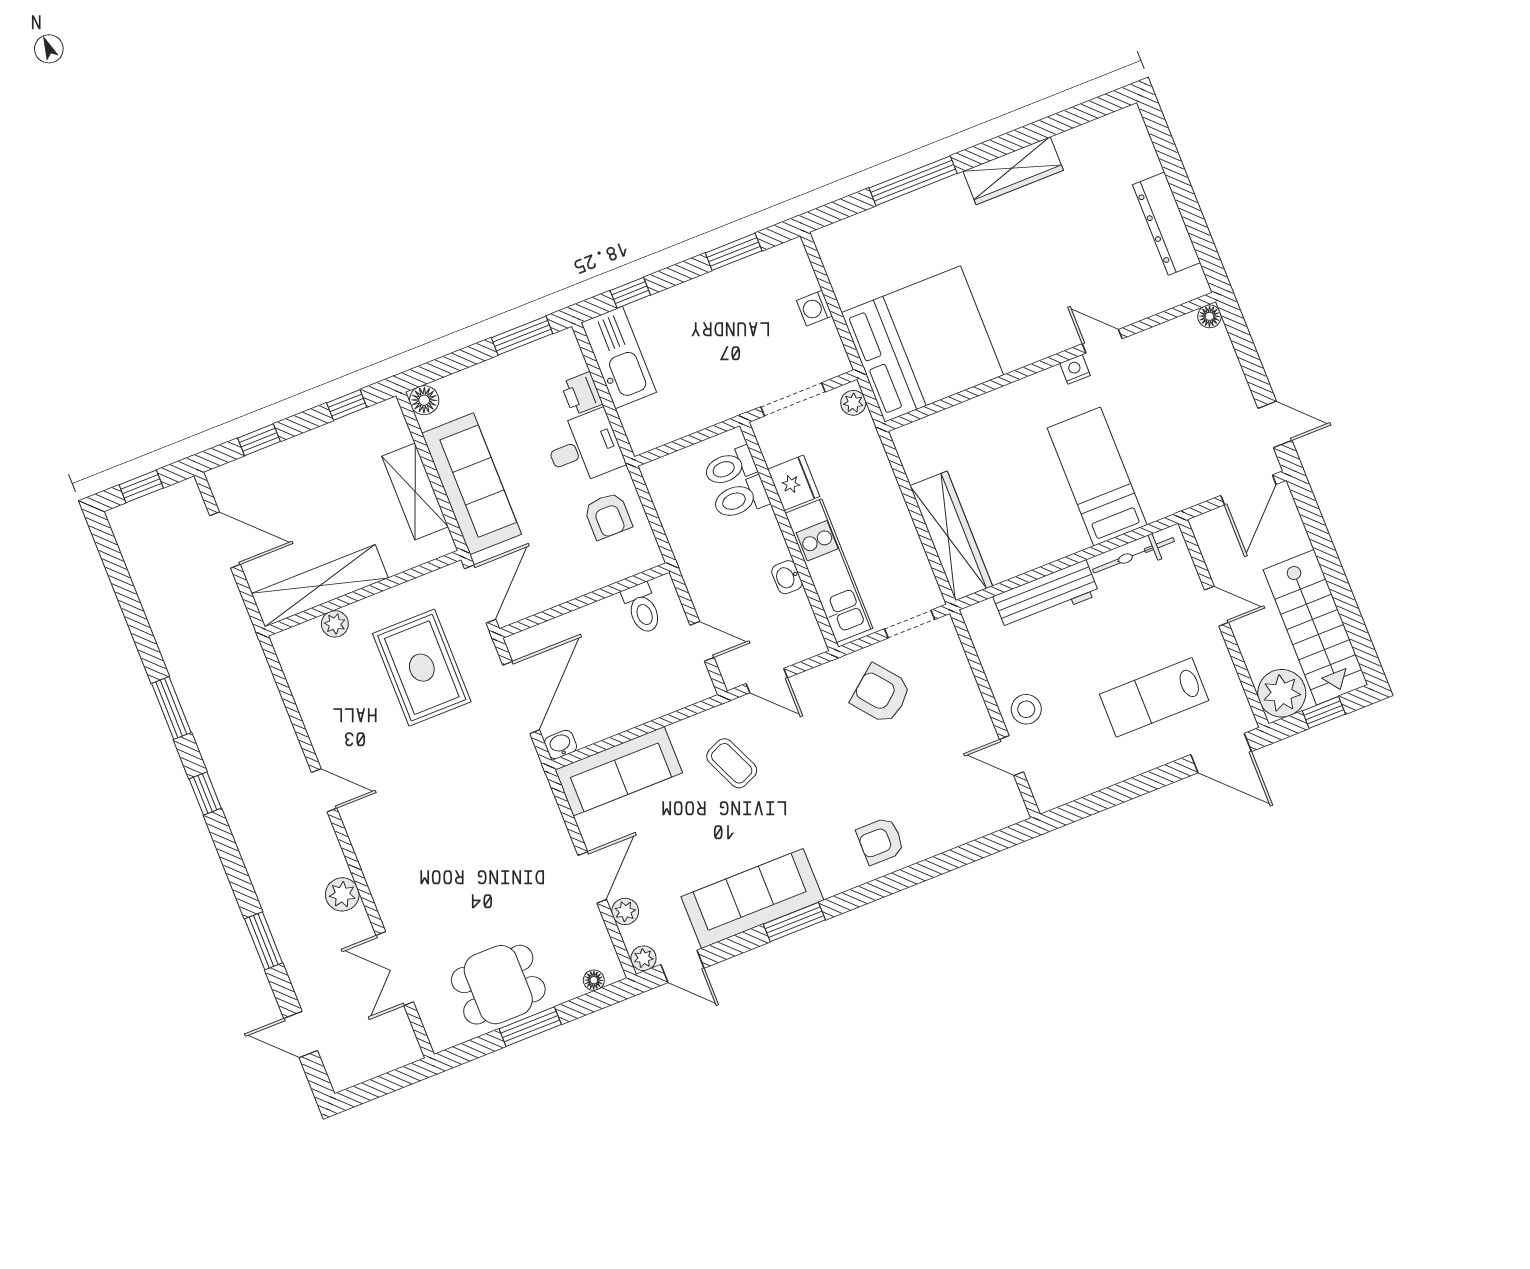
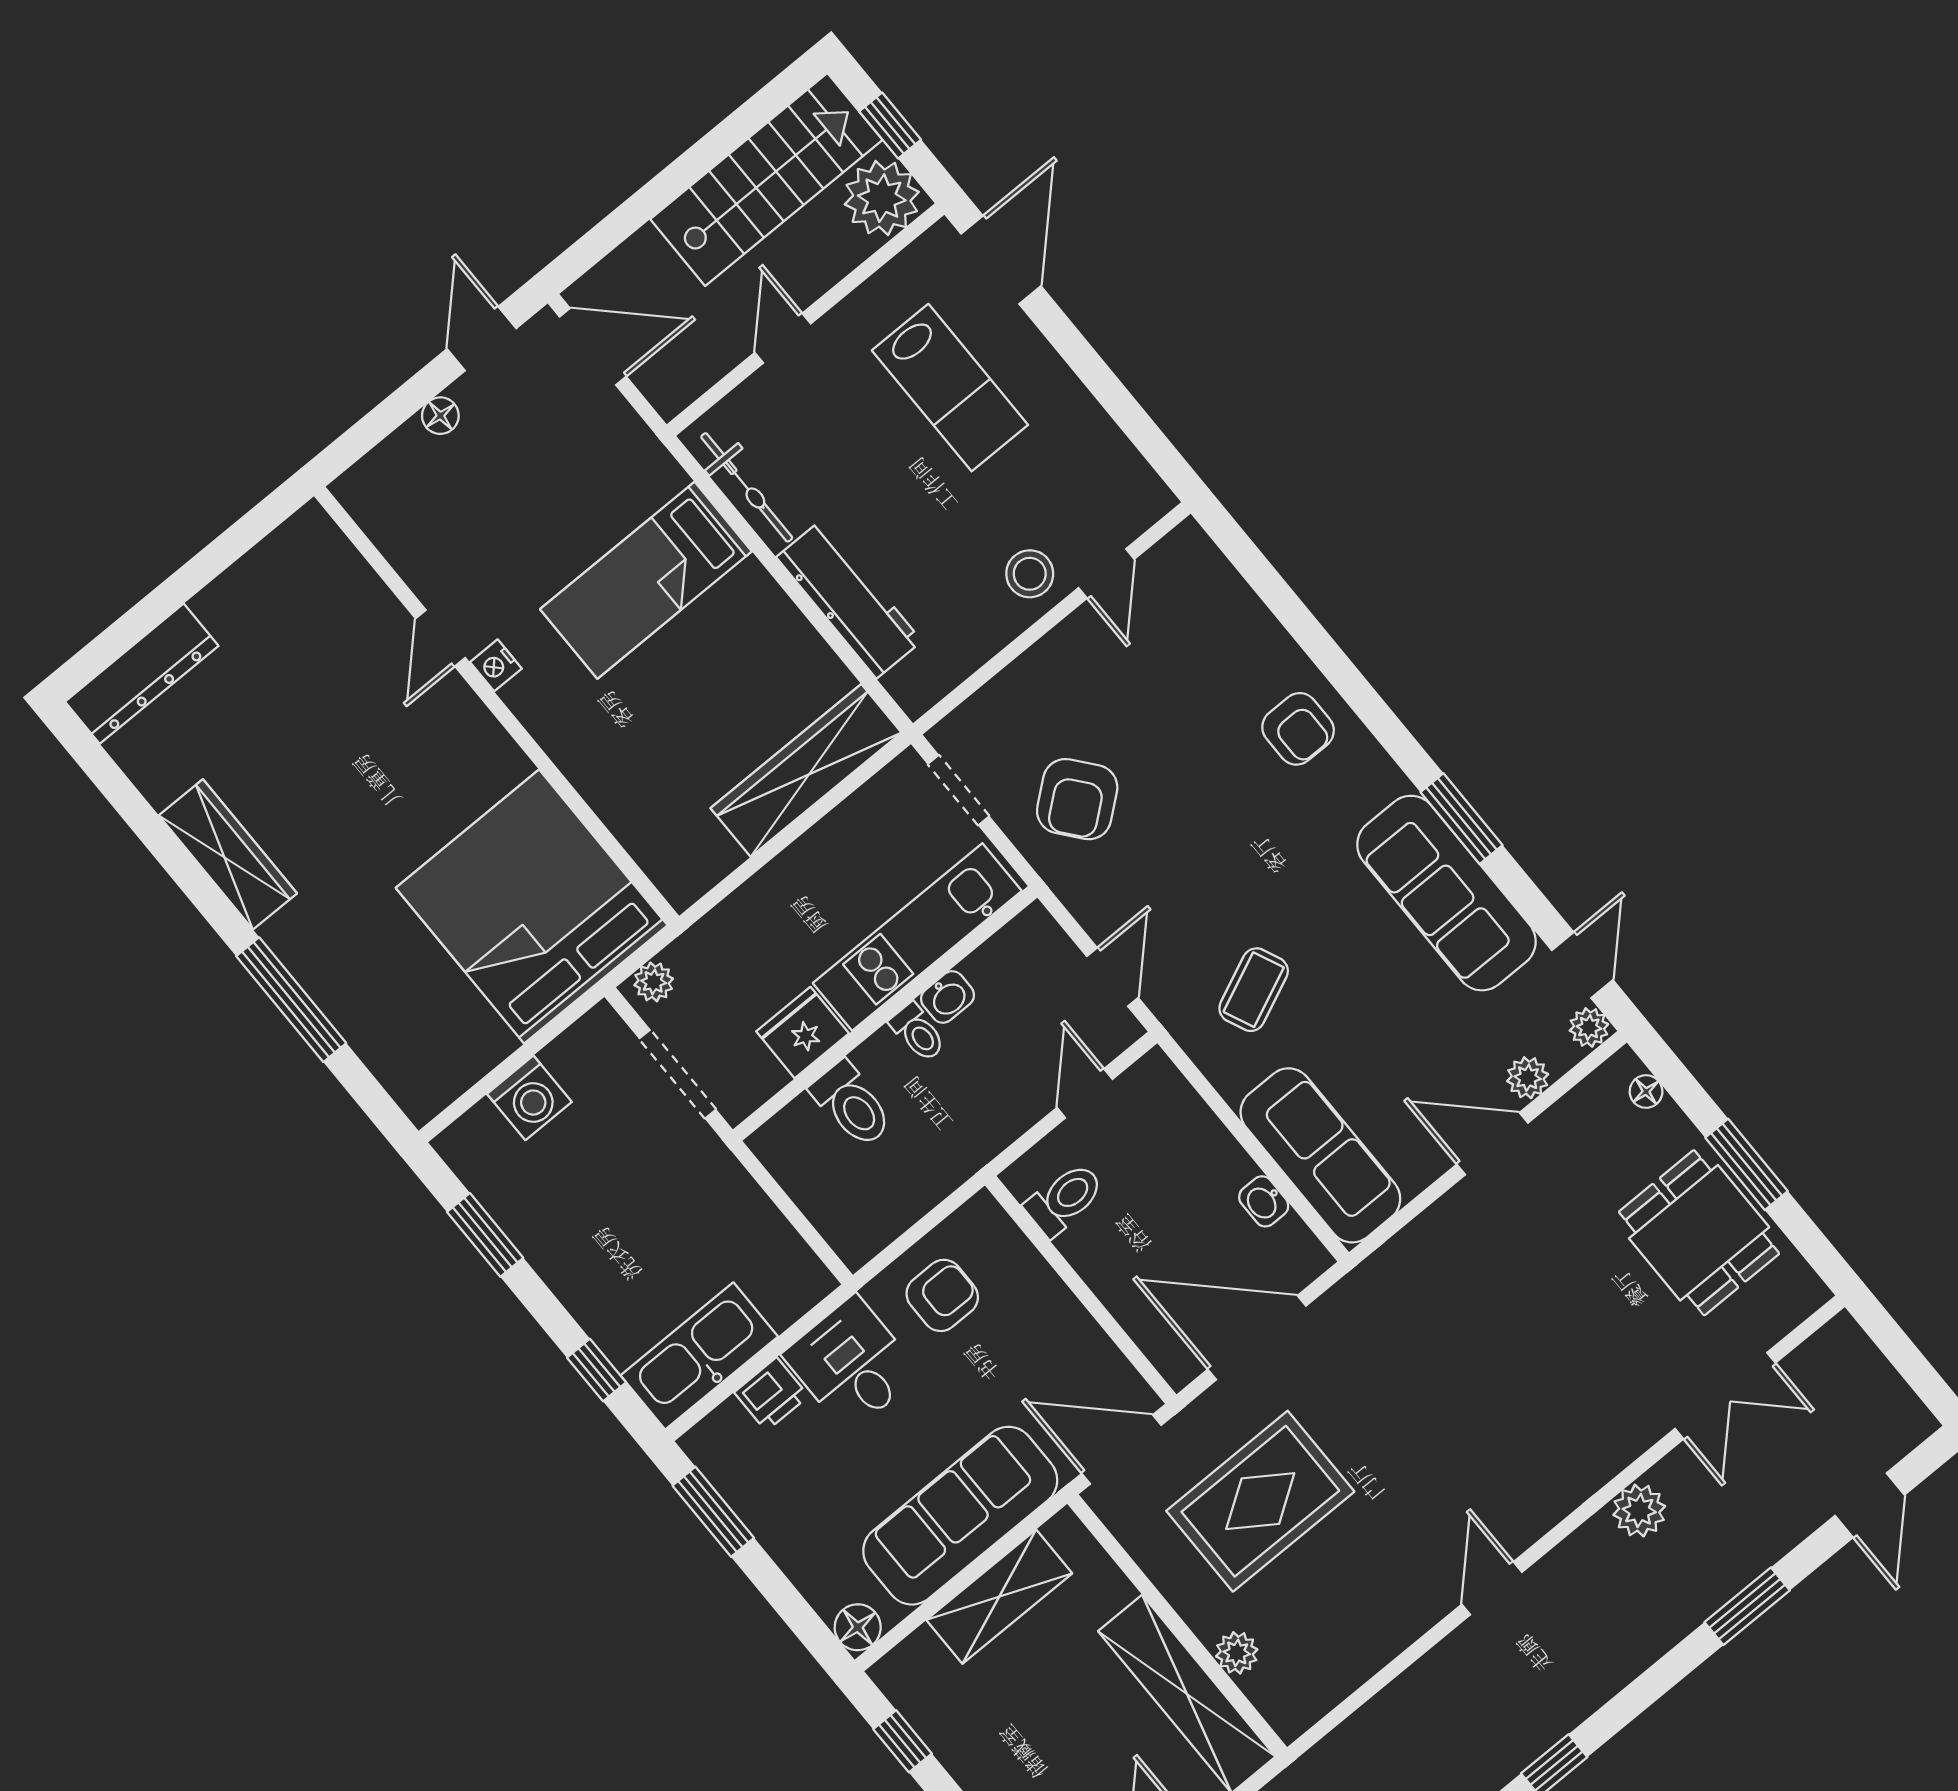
dresser: (1166, 224) -> (142, 674), moved
washing machine: (814, 308) -> (529, 1098), width x1.38, depth x1.38
floor lamp: (1209, 316) -> (440, 416), moved
toilet: (730, 467) -> (918, 1032), moved, width x0.73, depth x0.72
washbasin: (561, 745) -> (1264, 1201), moved

